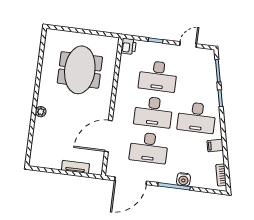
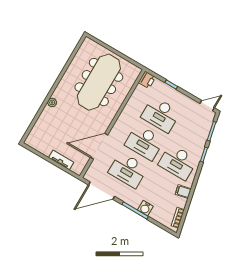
door: (188, 45) -> (207, 106), moved
meeting table: (80, 70) -> (99, 82), width x1.36

